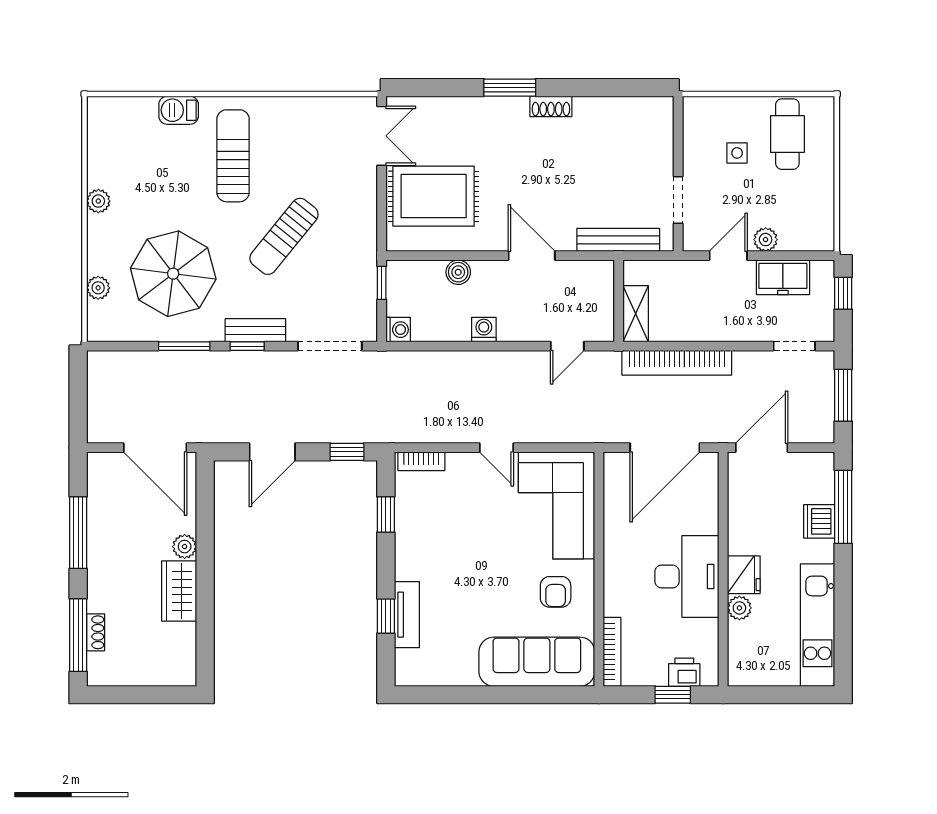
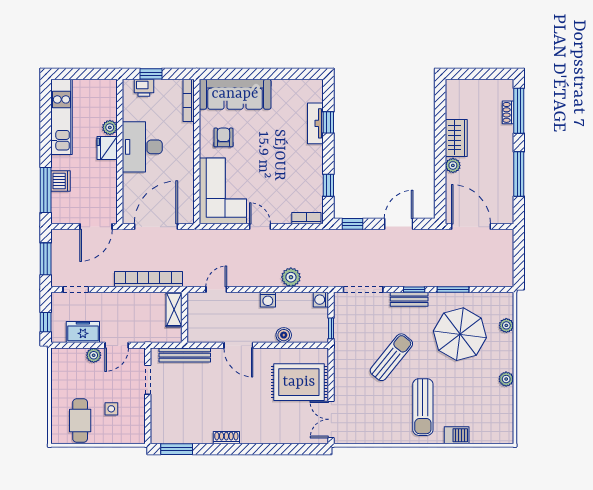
window: (510, 88) -> (177, 449), moved
plant: (446, 366) -> (291, 277), added

